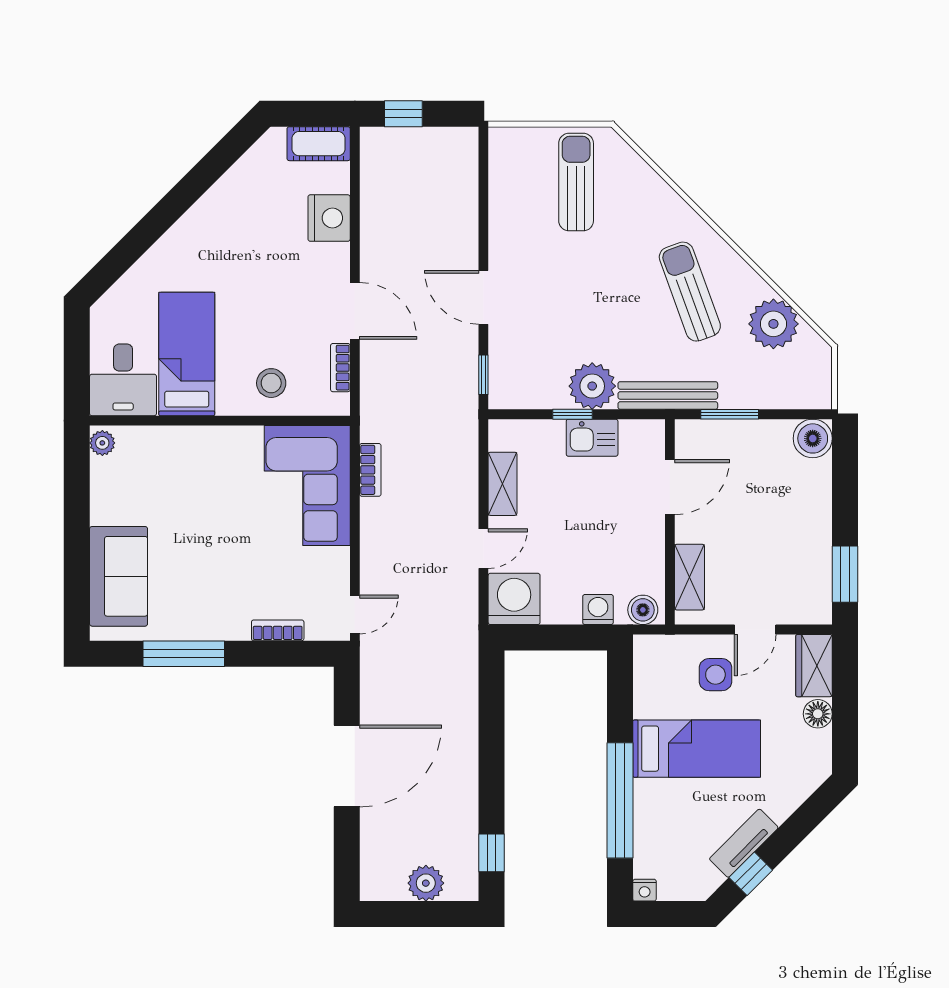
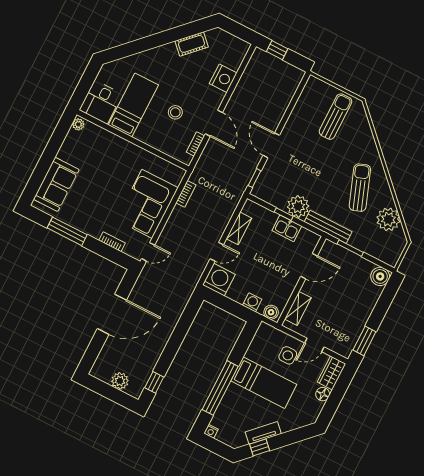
cot: (319, 144) -> (192, 44), moved, turned -45
stool: (271, 383) -> (175, 112), moved
corner sofa: (307, 486) -> (147, 204), moved

